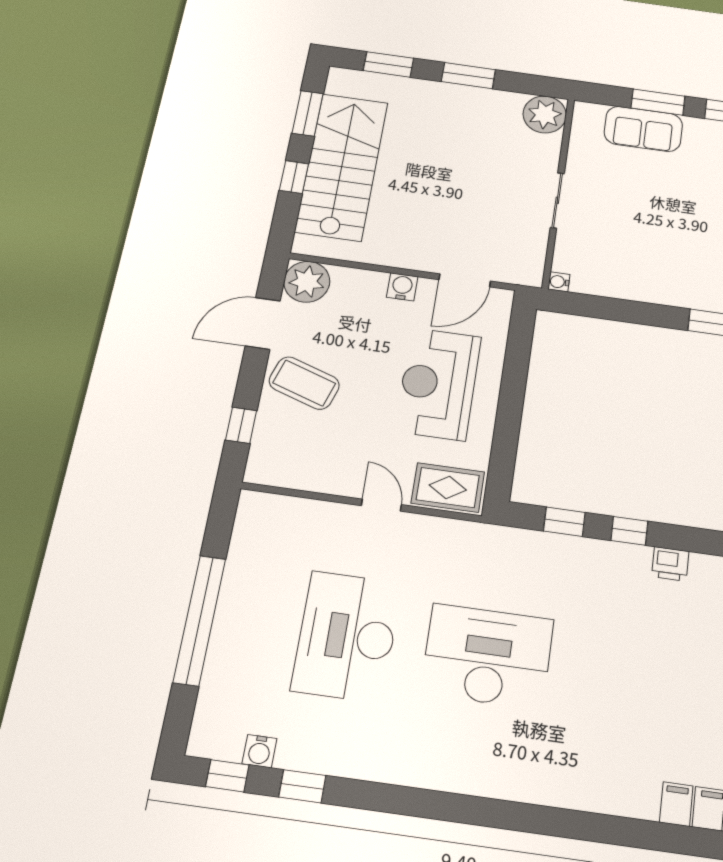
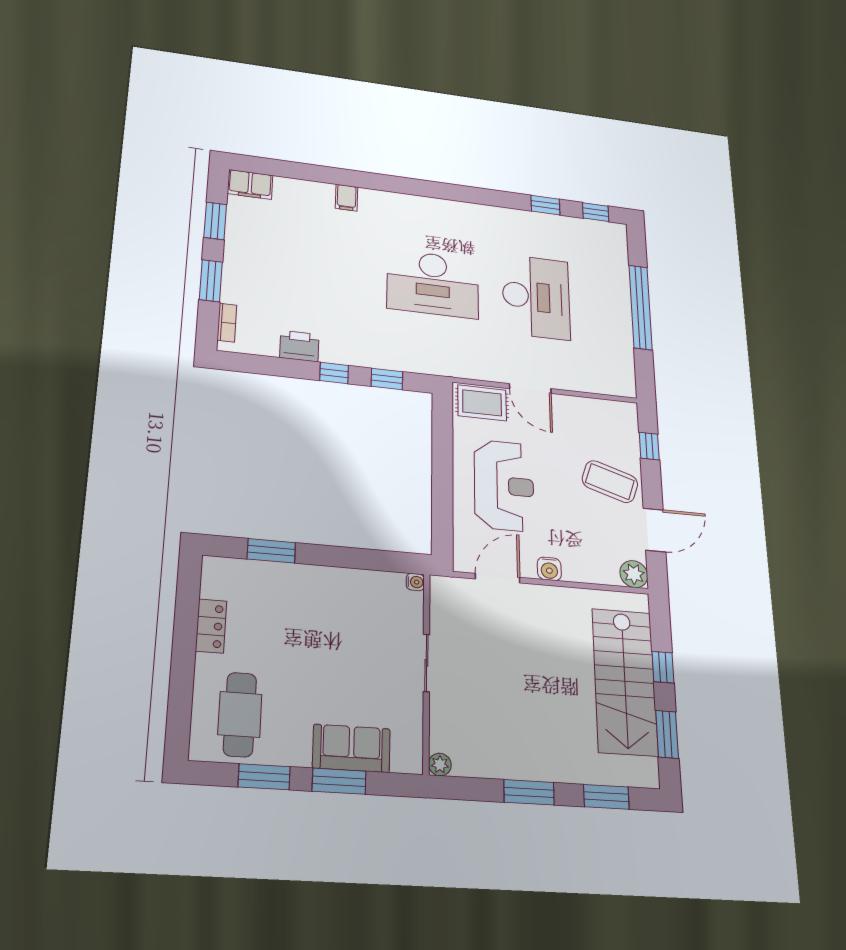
plant: (545, 114) -> (440, 765), width x0.53, depth x0.53
plant: (307, 282) -> (634, 574), width x0.73, depth x0.73
door: (381, 505) -> (530, 389), width x1.38
printer: (670, 564) -> (299, 346), width x1.36, depth x1.24
water cooler: (259, 751) -> (579, 226), removed
filing cabinet: (676, 804) -> (347, 198), moved

